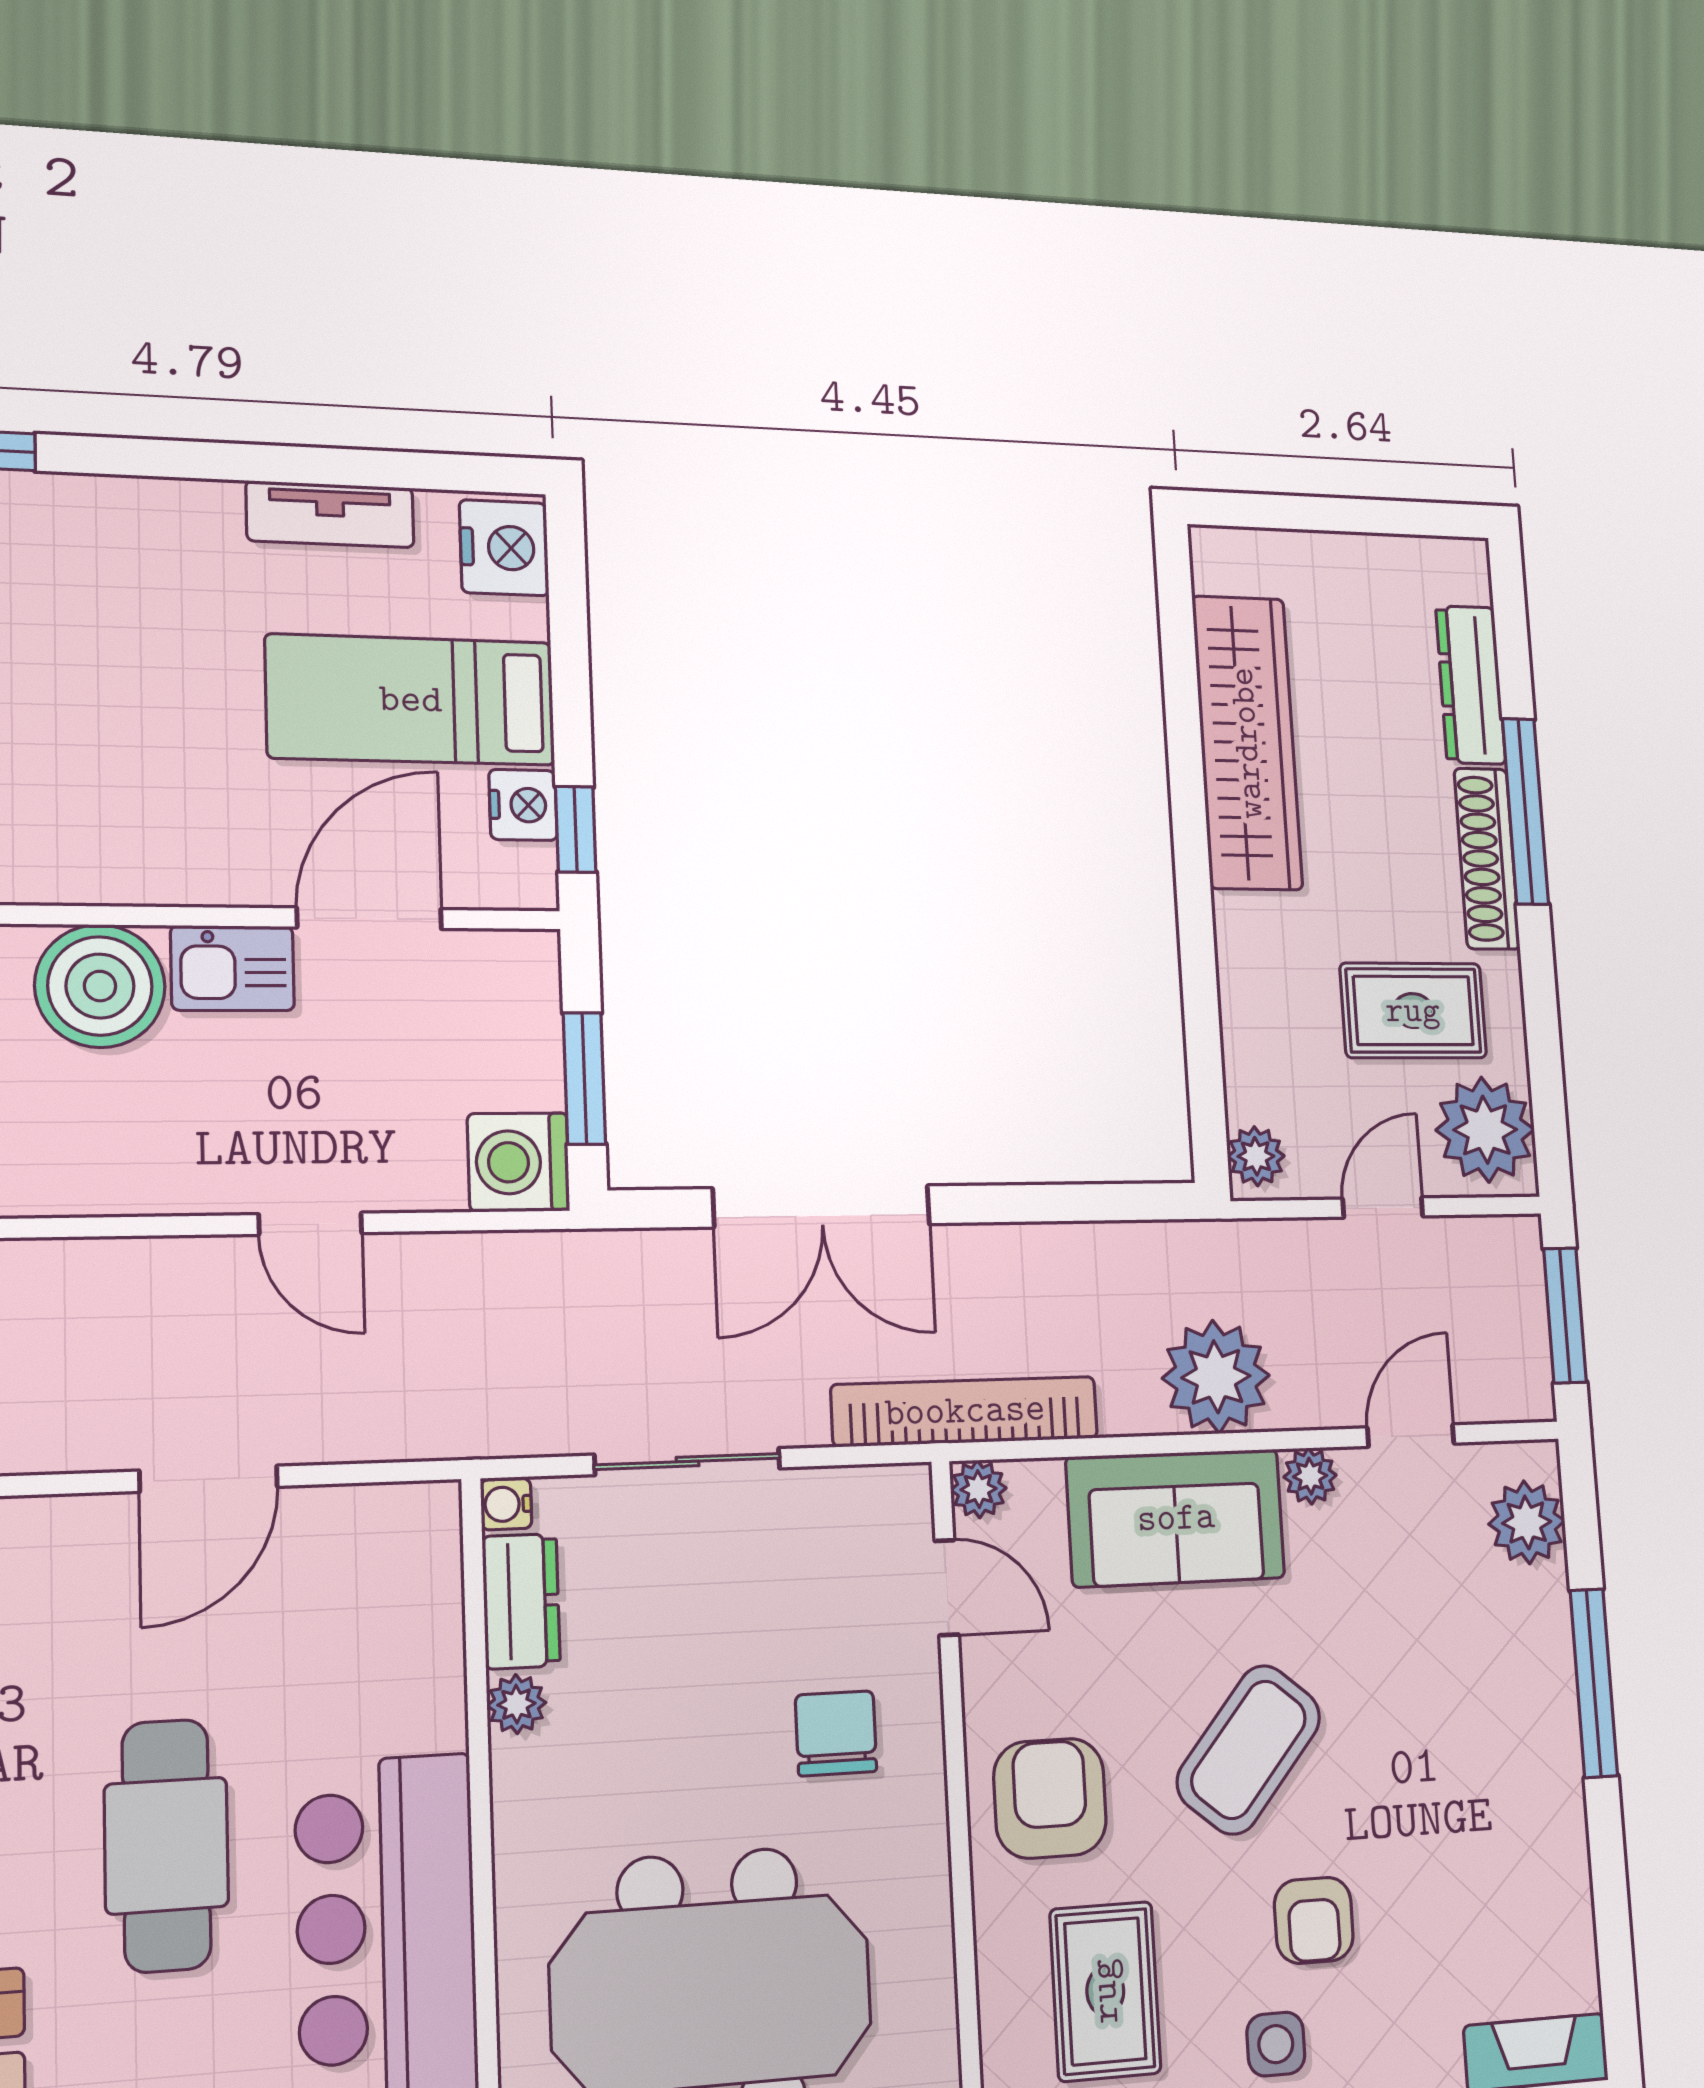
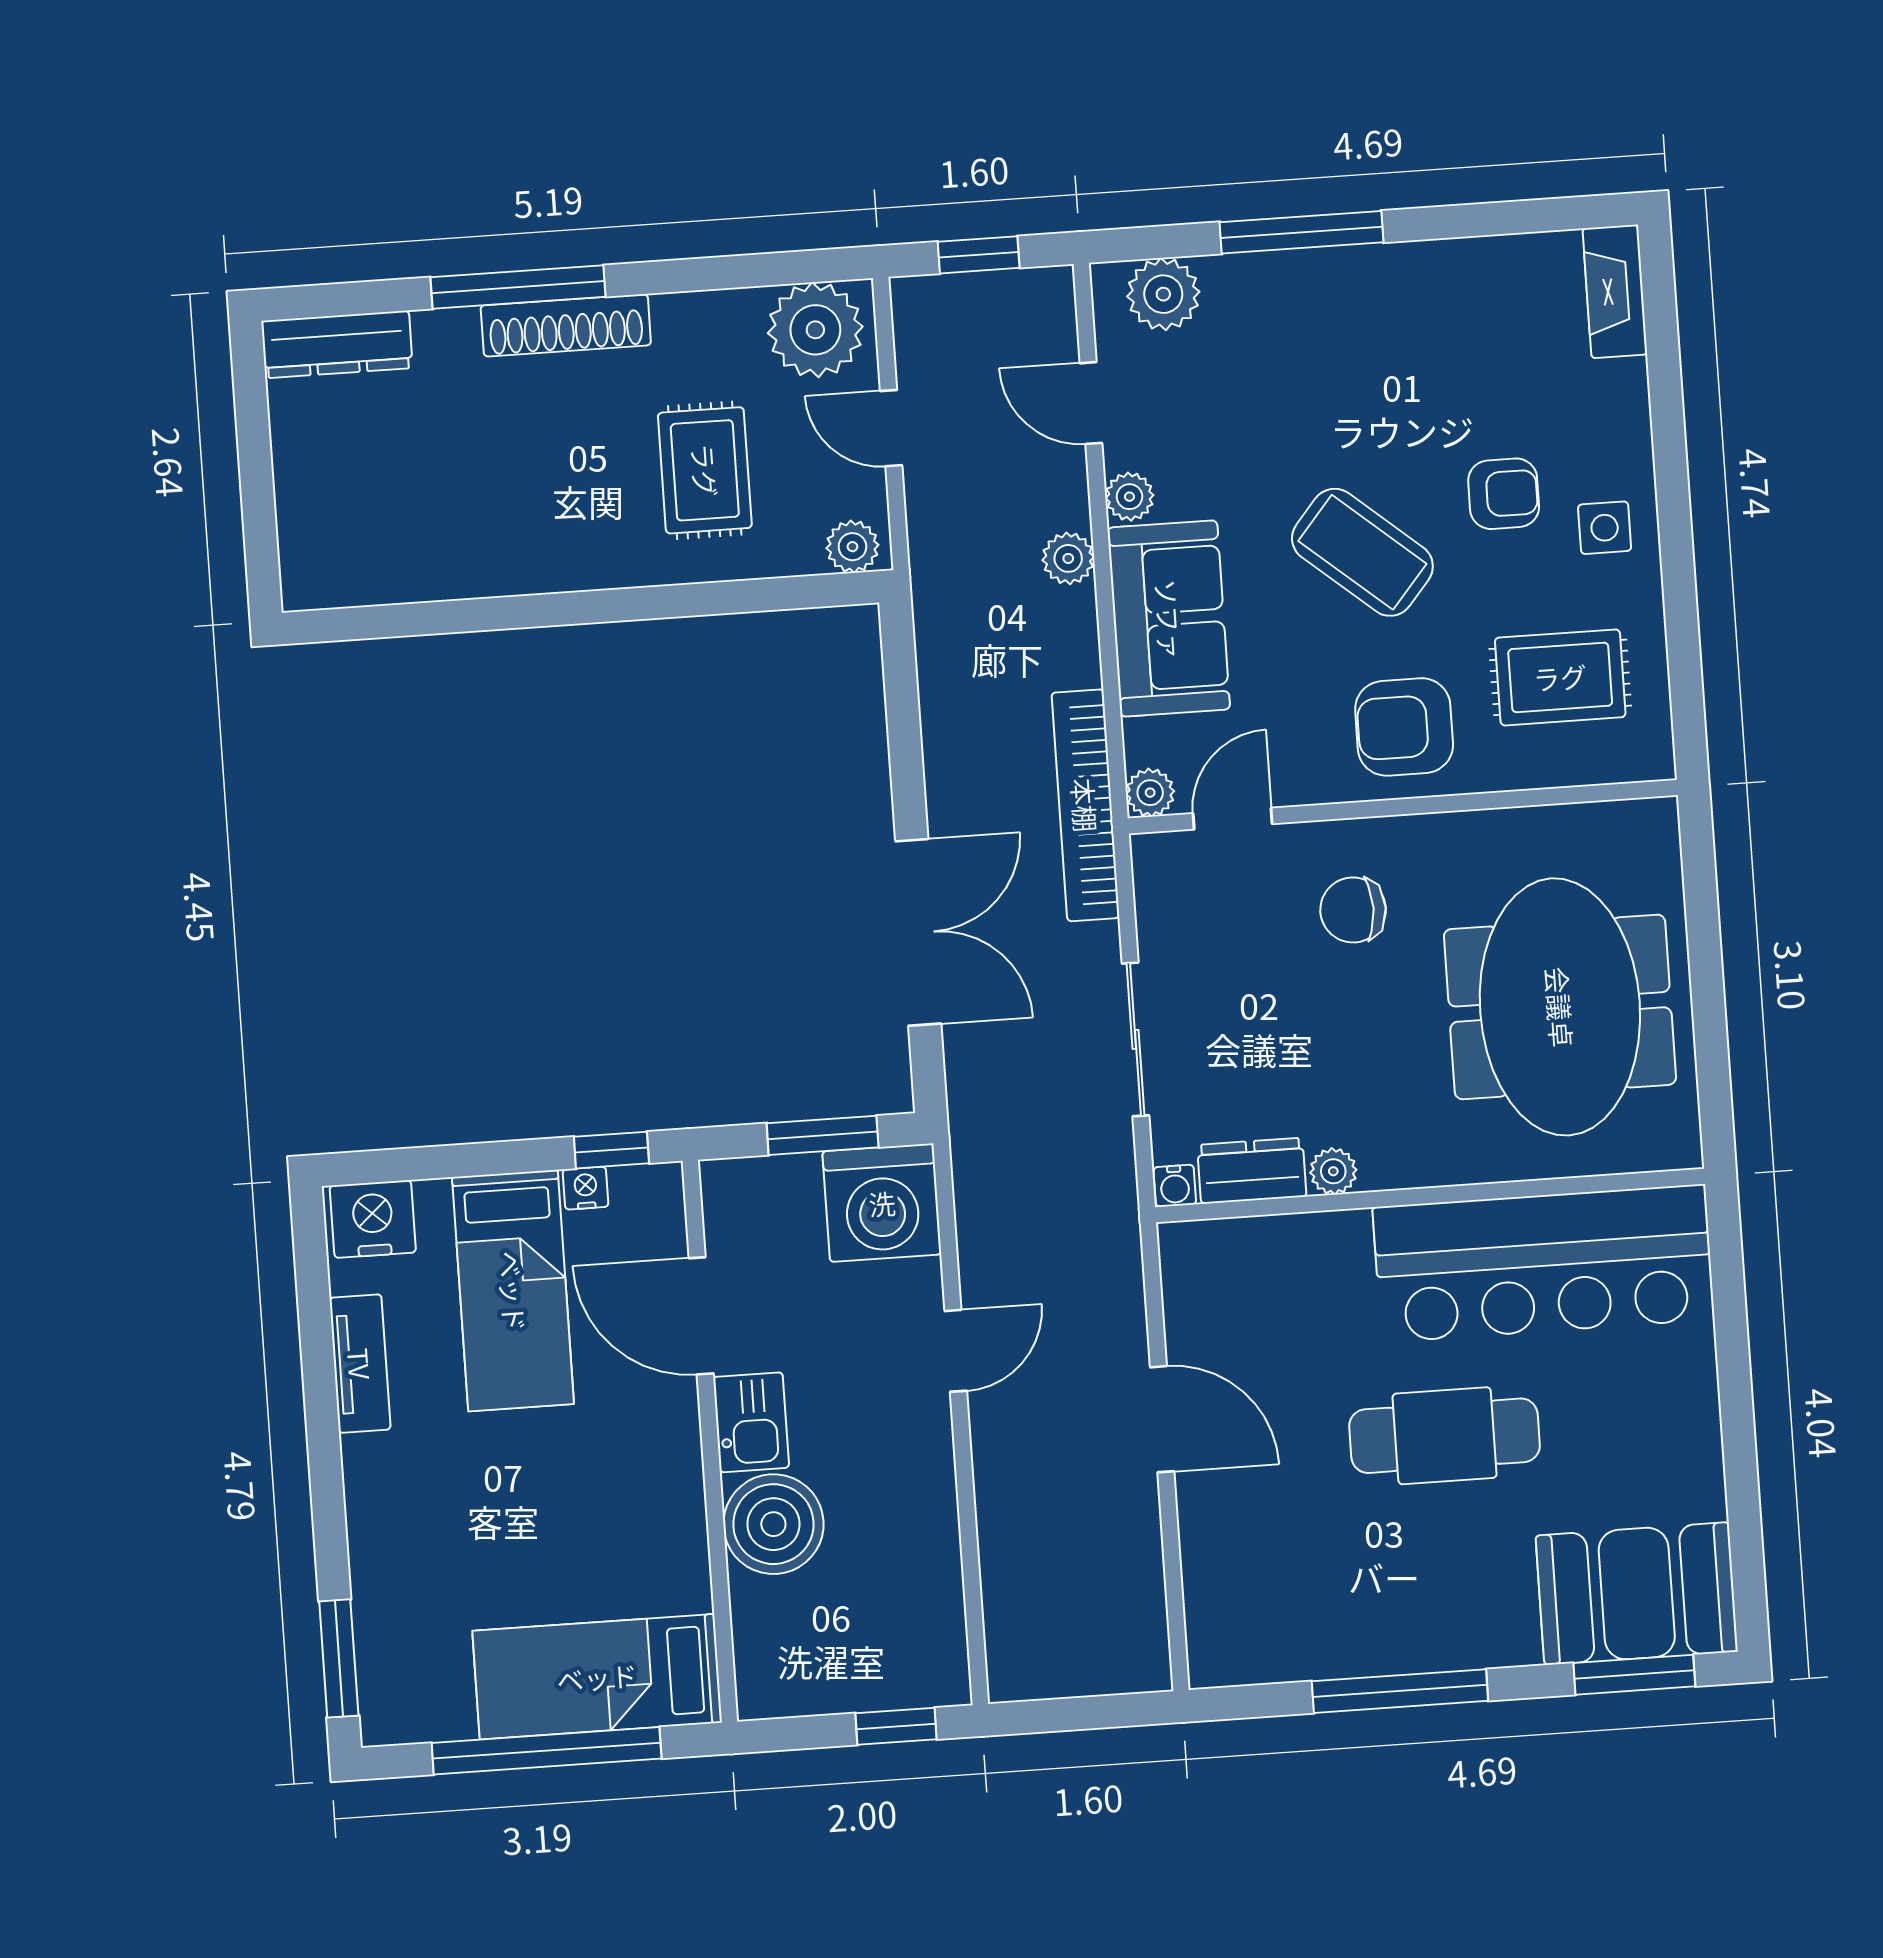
dresser: (1471, 685) -> (337, 344), moved
wardrobe: (1247, 743) -> (479, 556), removed
nightstand: (523, 805) -> (586, 1188), width x0.72, depth x0.74
rug: (1413, 1011) -> (705, 470), moved
washing machine: (518, 1162) -> (882, 1203), width x1.37, depth x1.37
window: (1565, 1315) -> (979, 255), width x0.67
plant: (1216, 1377) -> (1068, 558), width x0.53, depth x0.53

